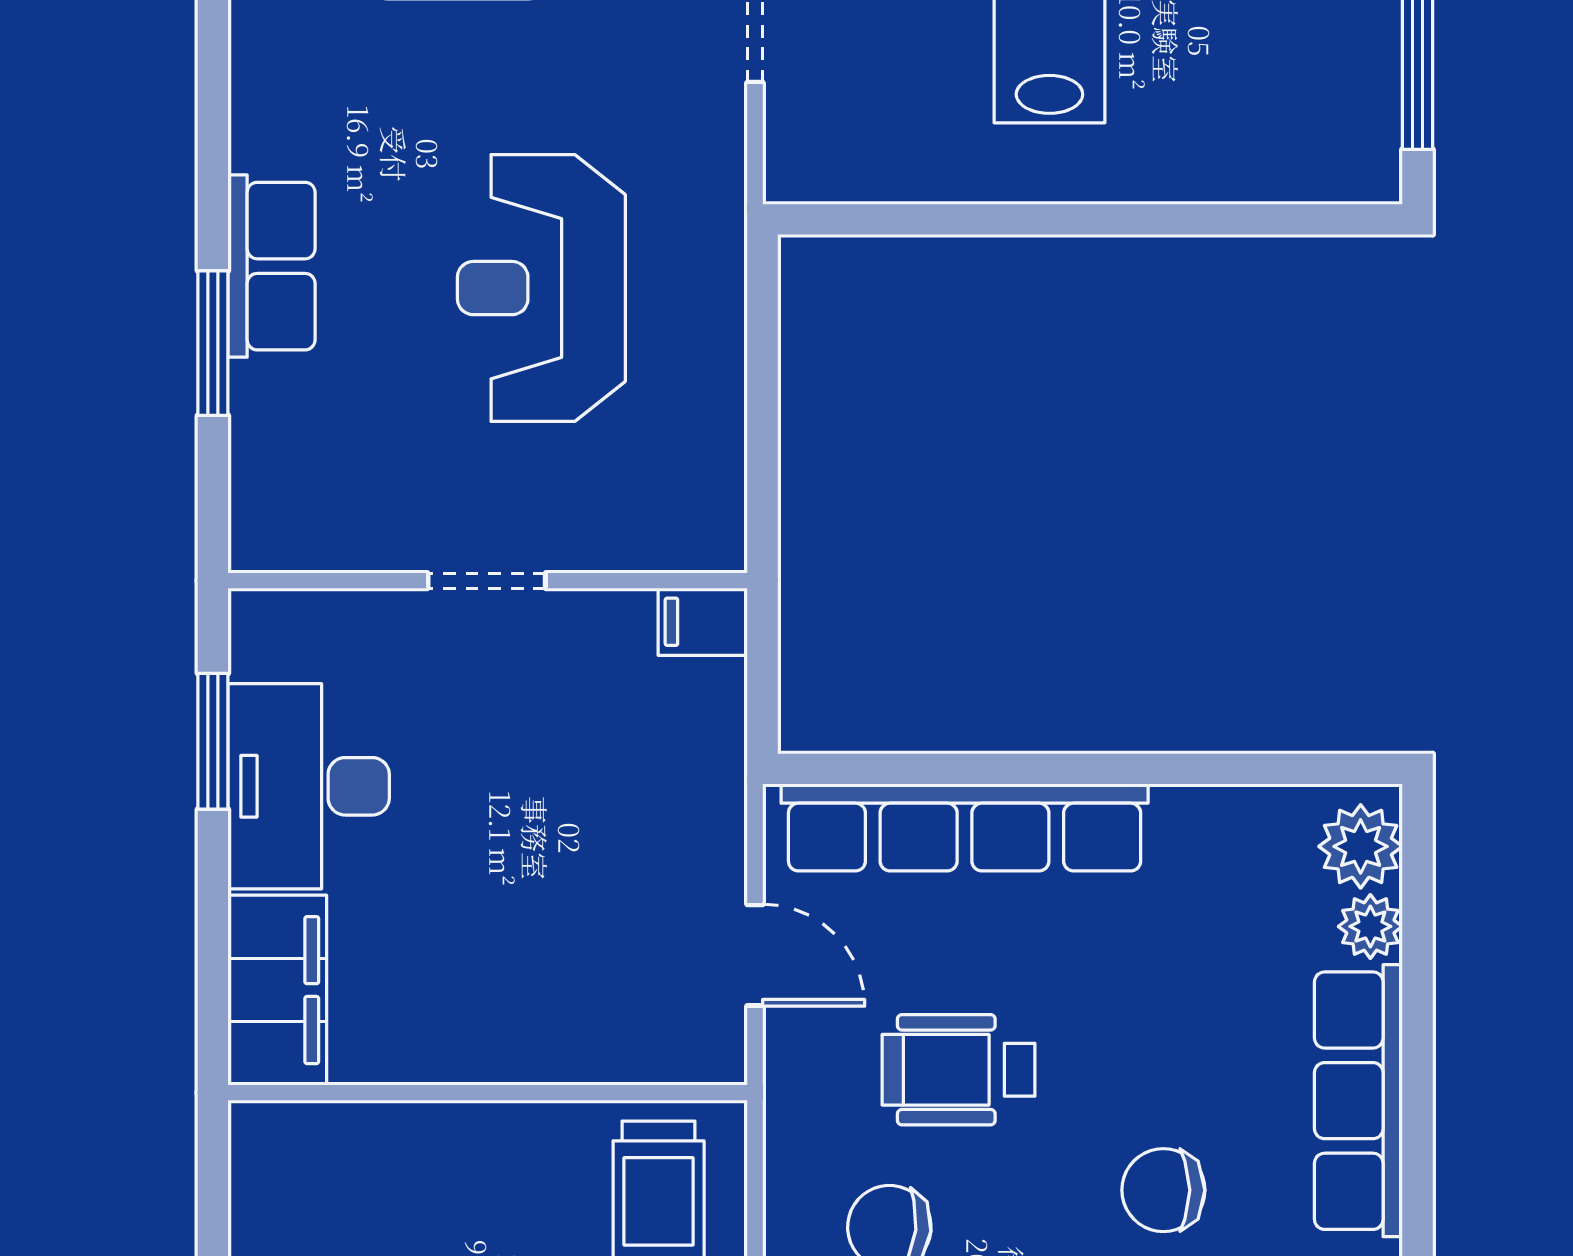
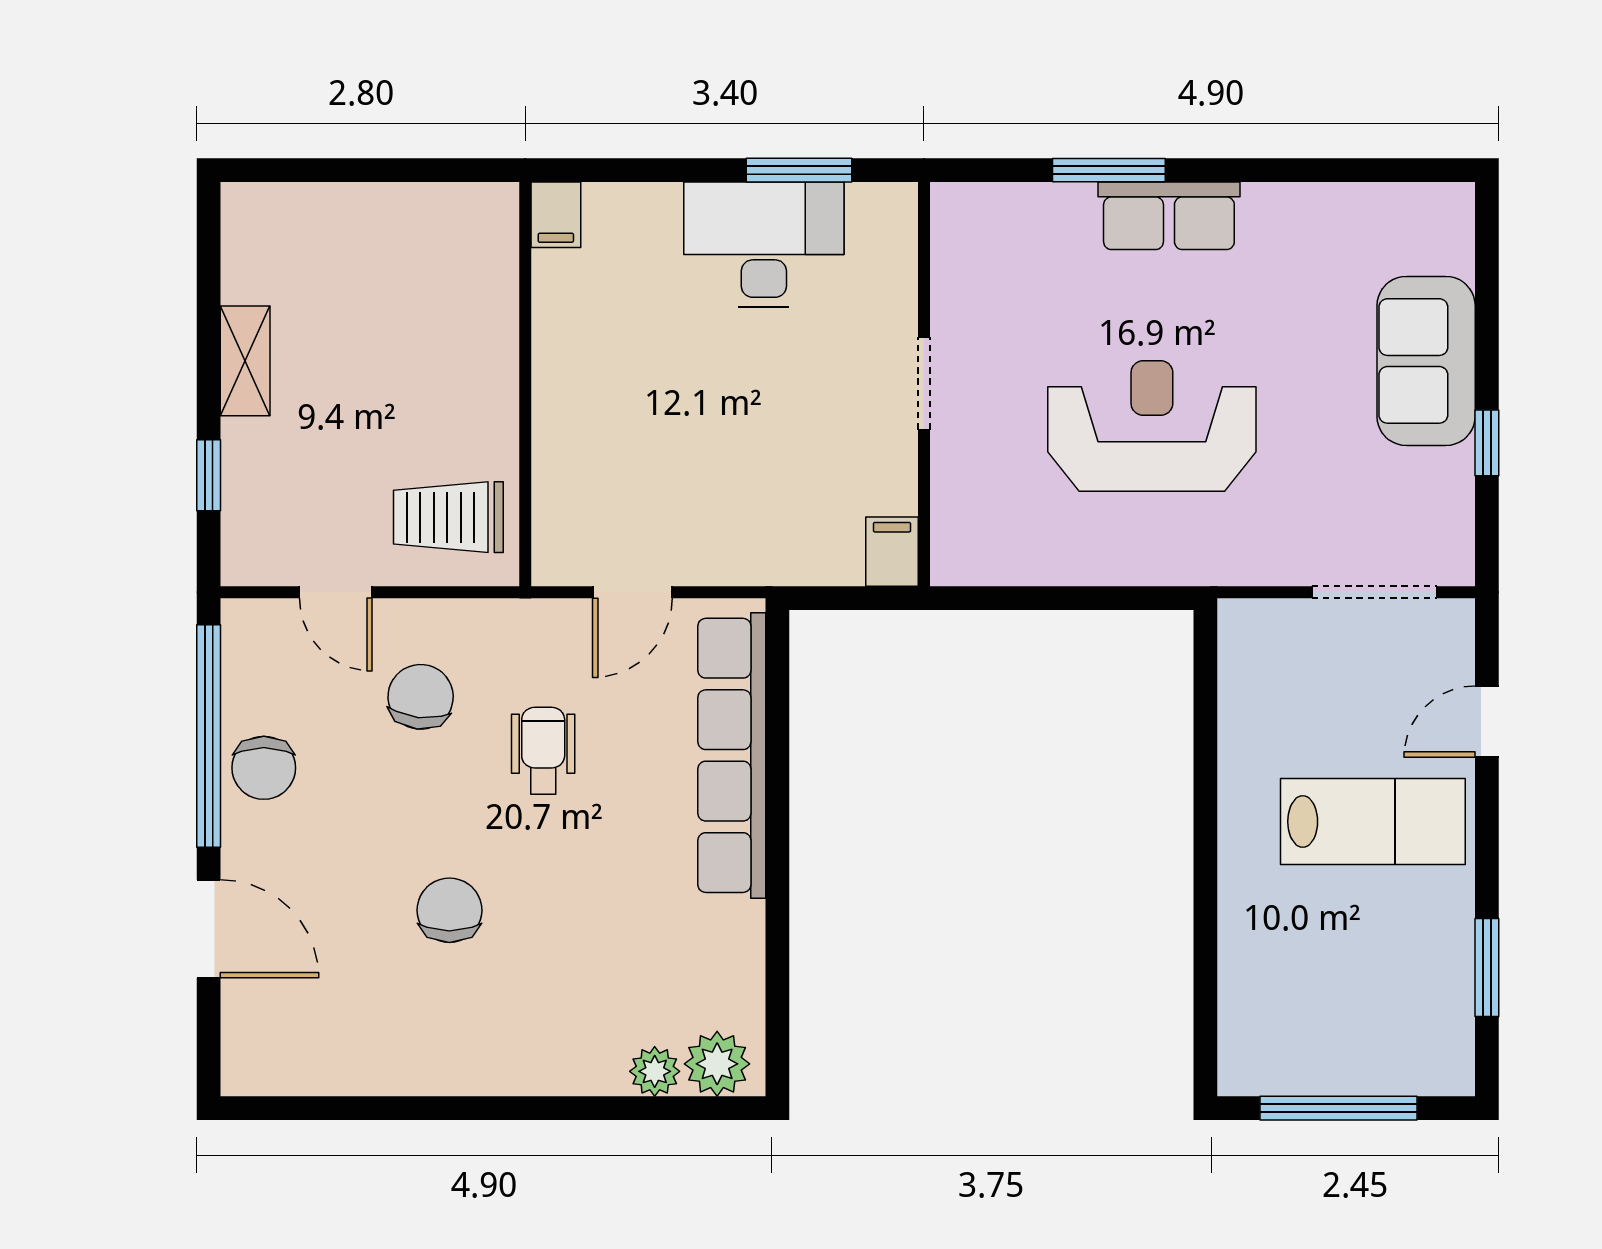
filing cabinet: (277, 990) -> (556, 215), width x0.33, depth x0.86
wheelchair: (958, 1070) -> (543, 751), width x0.73, depth x0.73
row of seats: (1358, 1101) -> (519, 1062), removed

